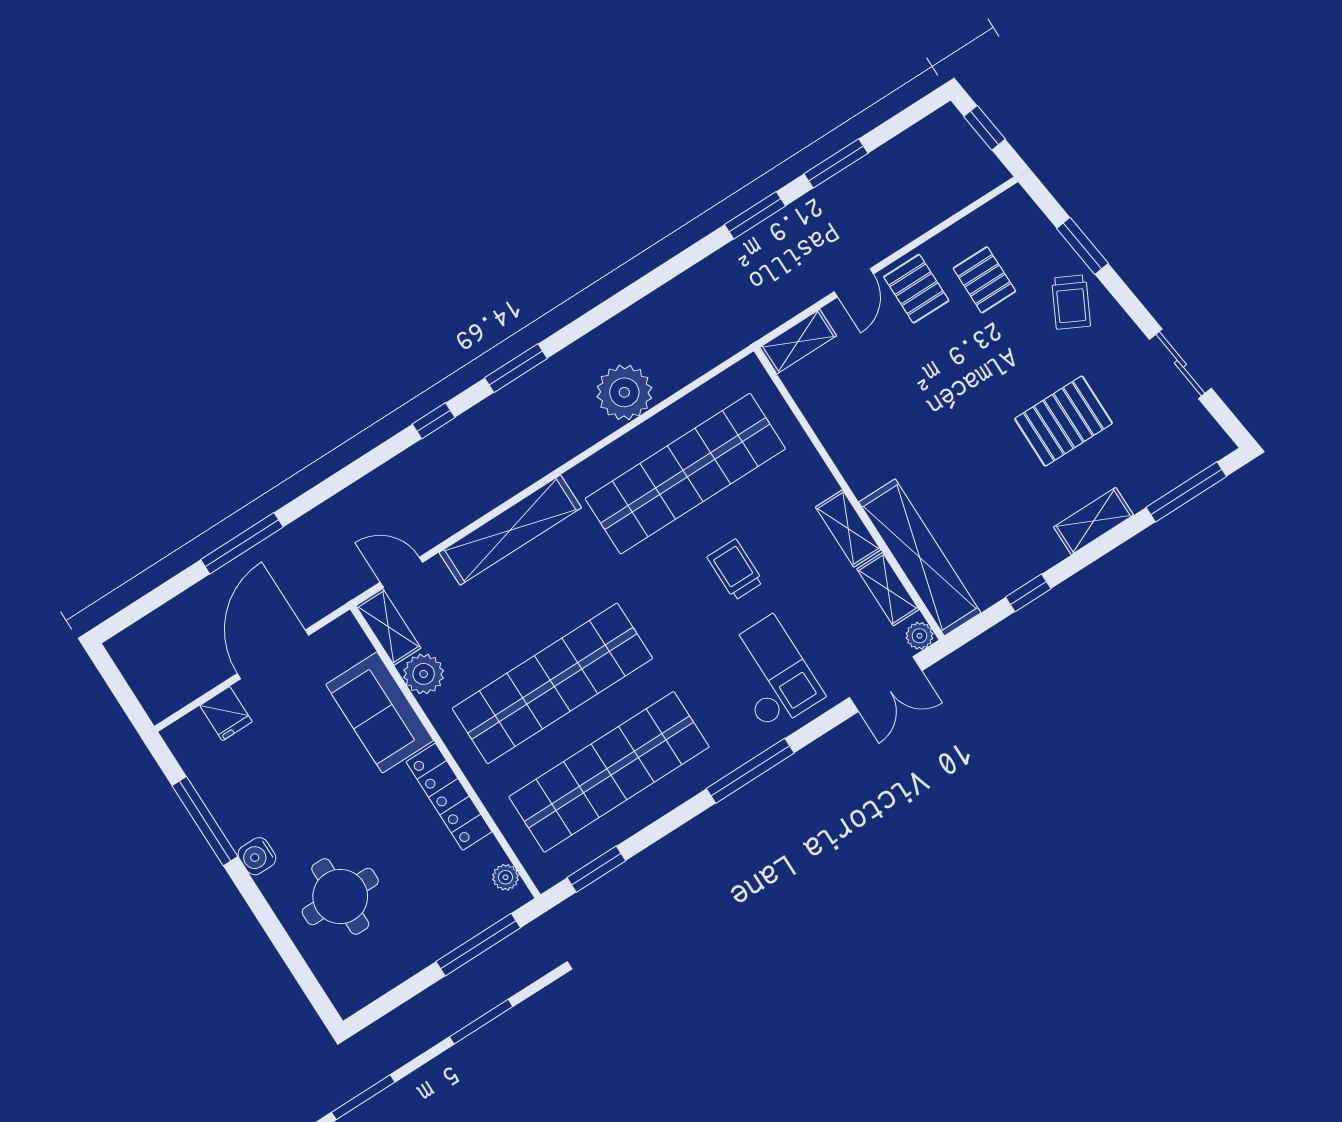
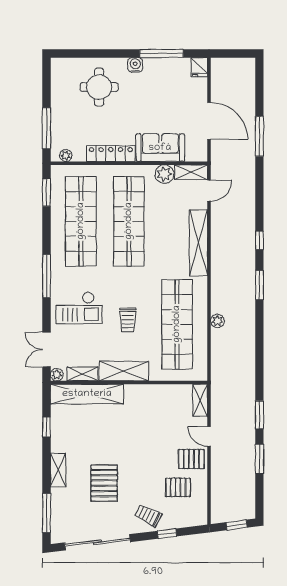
window: (1082, 246) -> (167, 534), width x0.67
sliding door: (1180, 364) -> (97, 542), width x1.86
plant: (624, 392) -> (217, 321), width x0.53, depth x0.53
shelving: (848, 528) -> (124, 371), width x1.50, depth x1.33
trolley: (735, 570) -> (128, 320), turned 90
fridge: (226, 714) -> (199, 67), moved, turned -90

